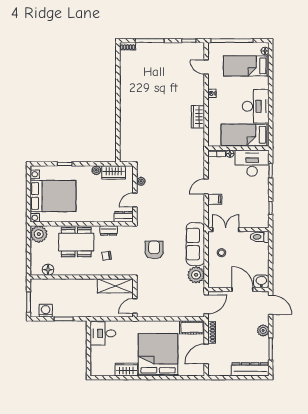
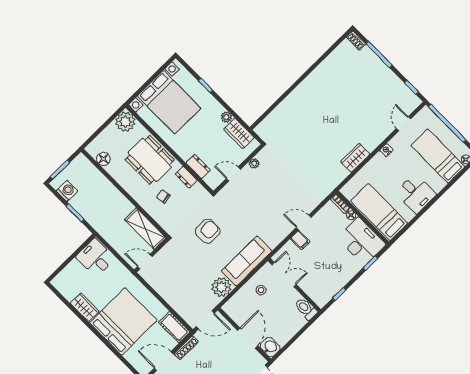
desk: (256, 106) -> (416, 194), width x0.73
dresser: (124, 217) -> (198, 166), moved

